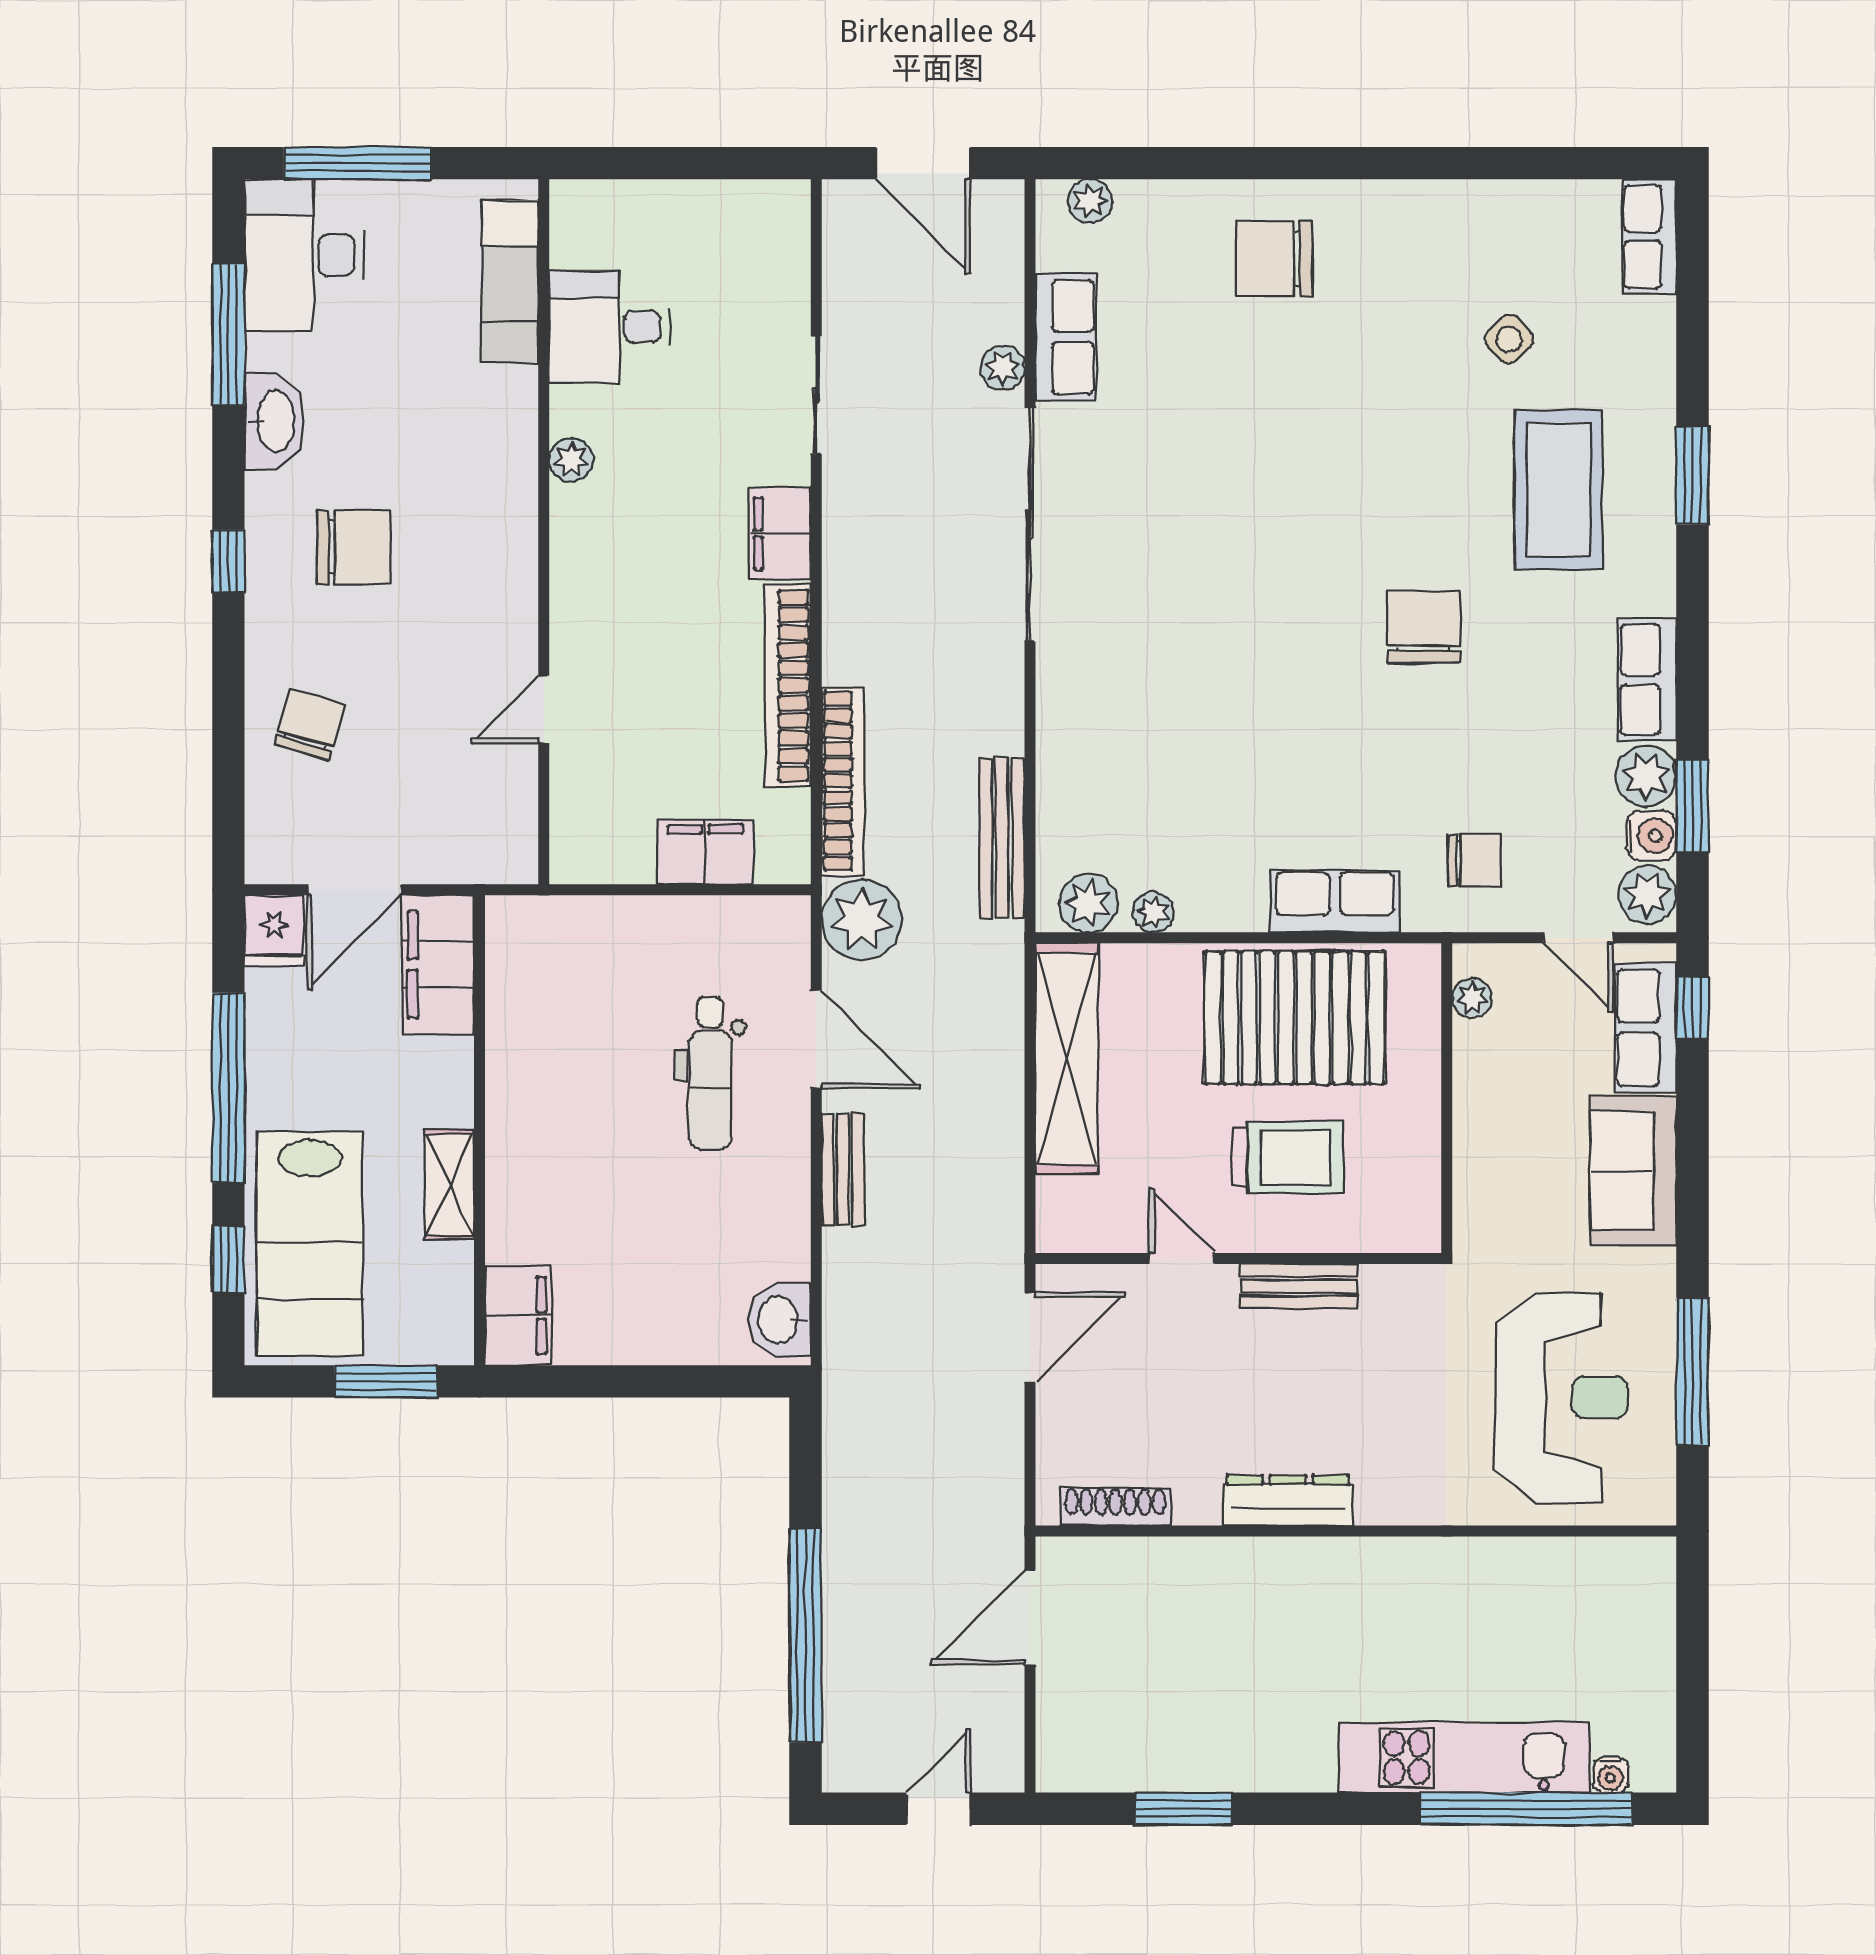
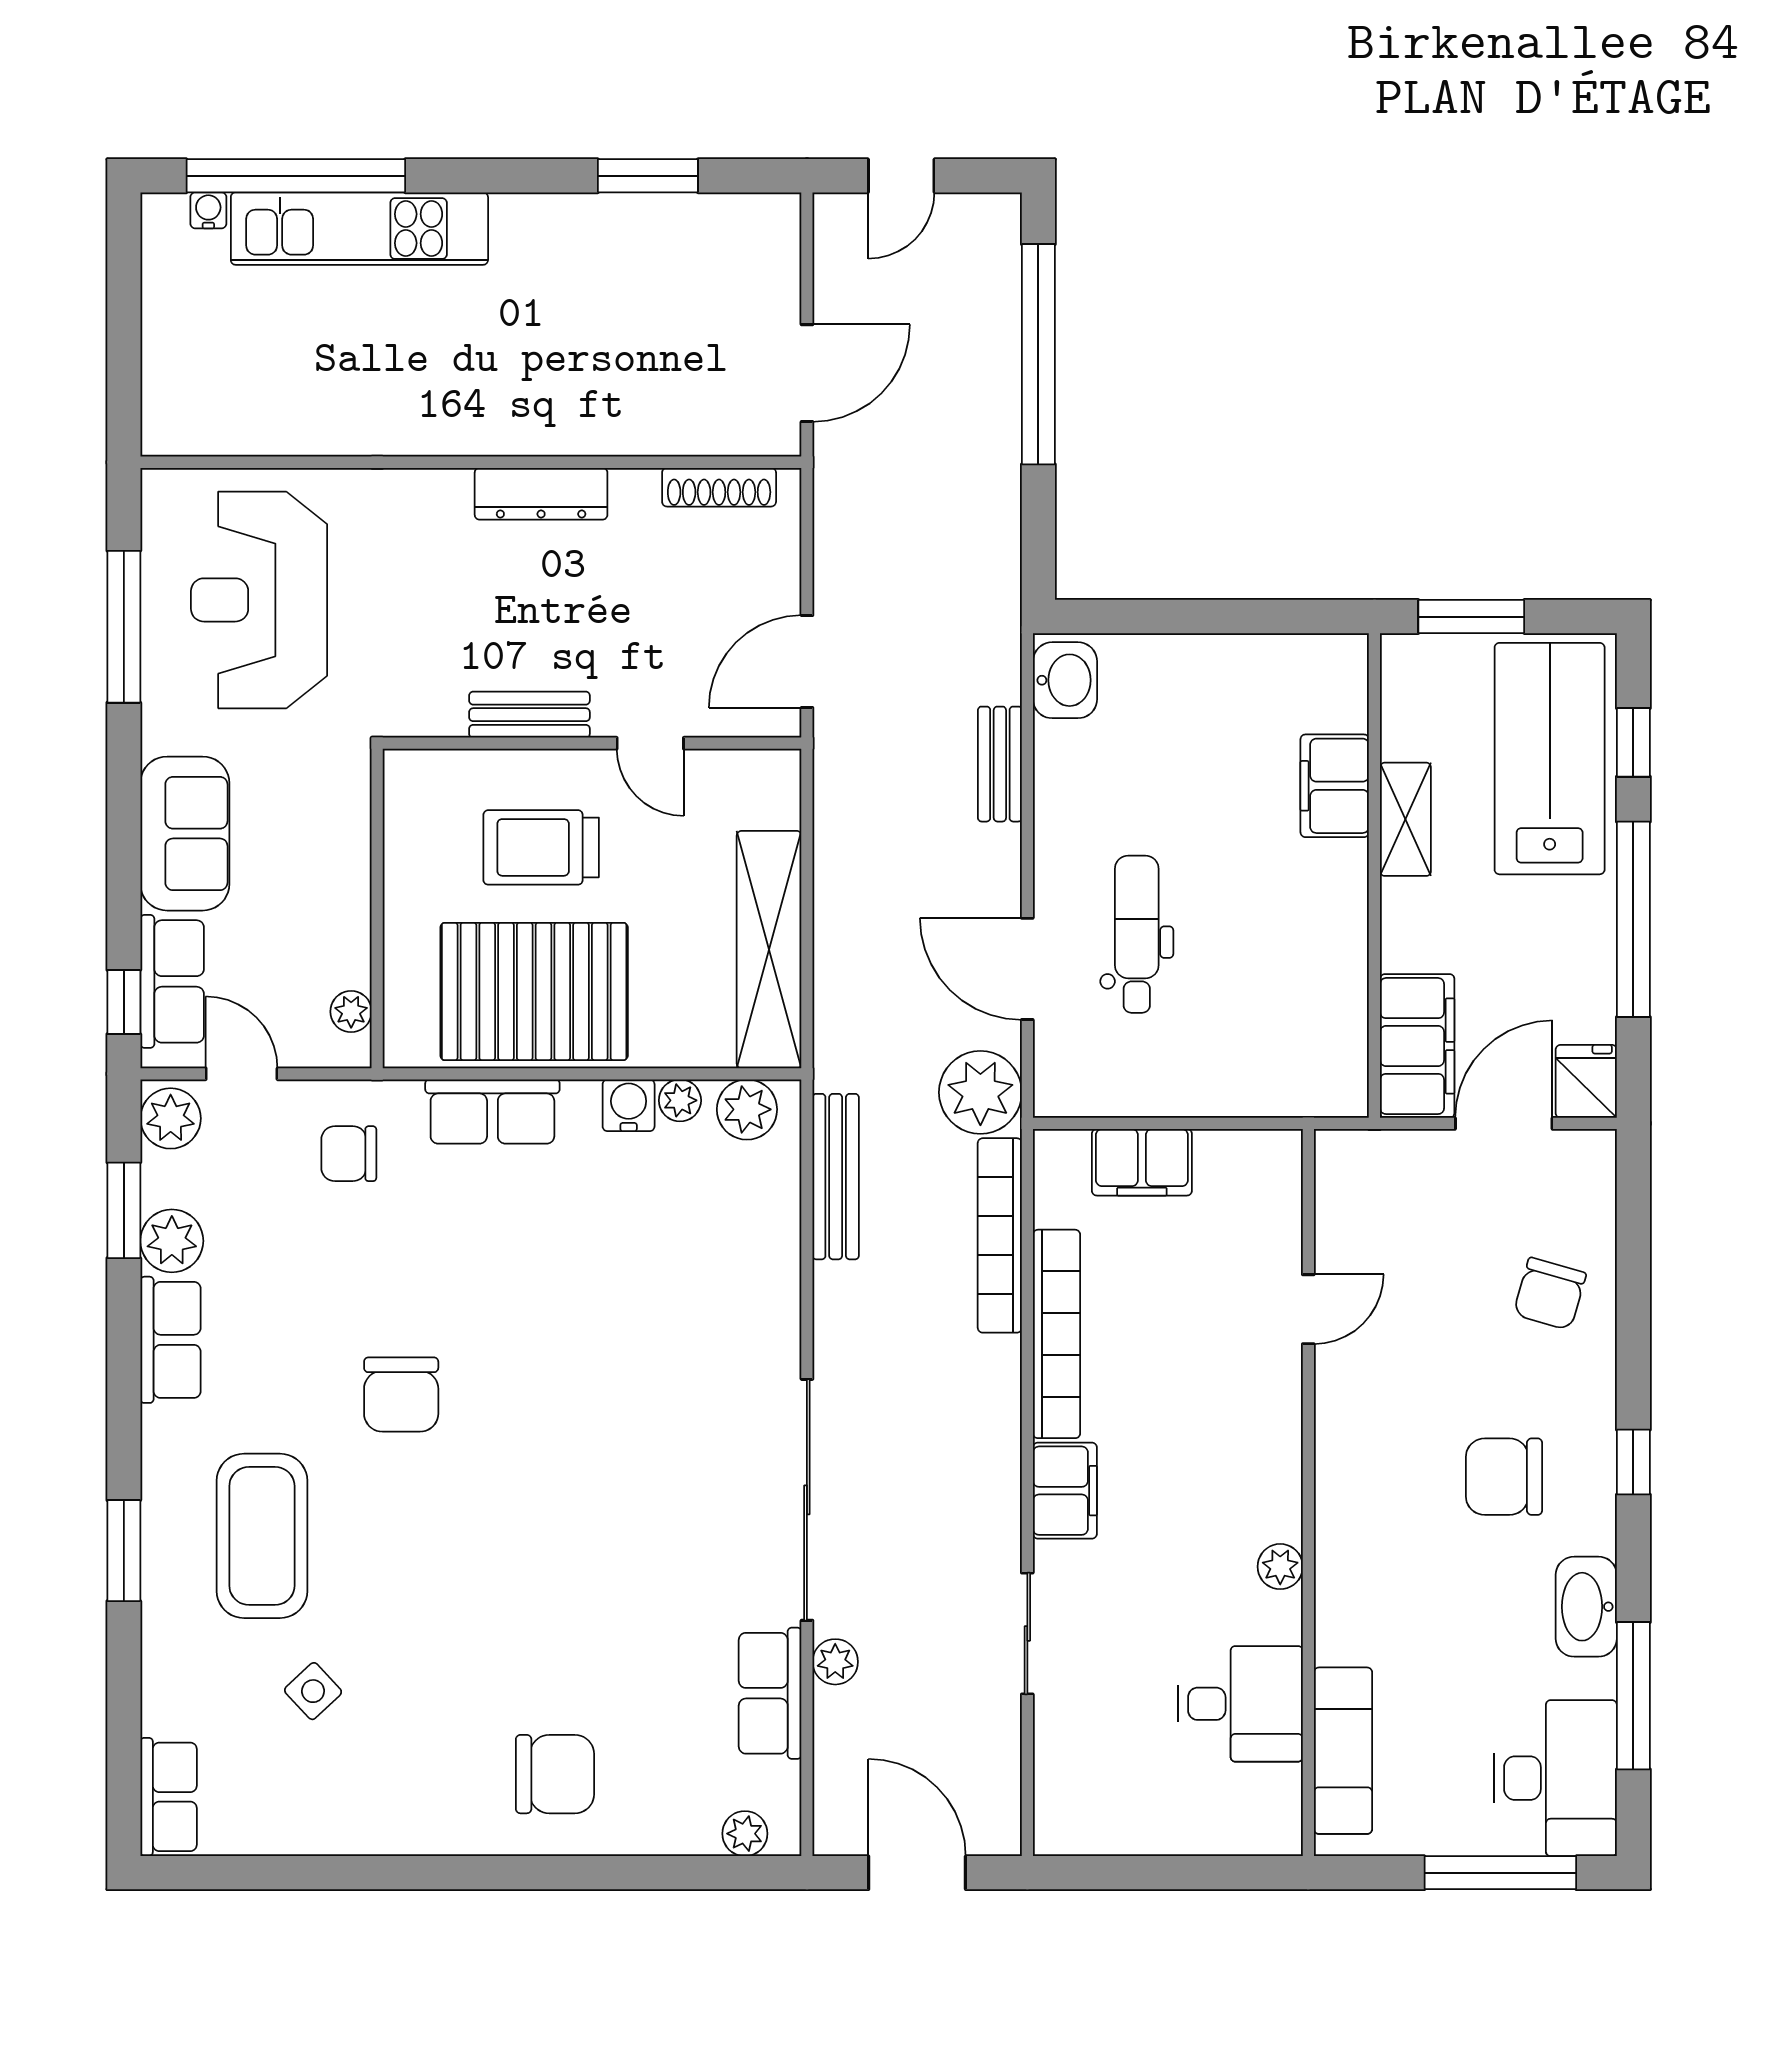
water cooler: (1651, 836) -> (629, 1105), moved, turned 90
bench: (843, 1169) -> (1000, 764), moved
filing cabinet: (518, 1315) -> (1335, 786), moved

